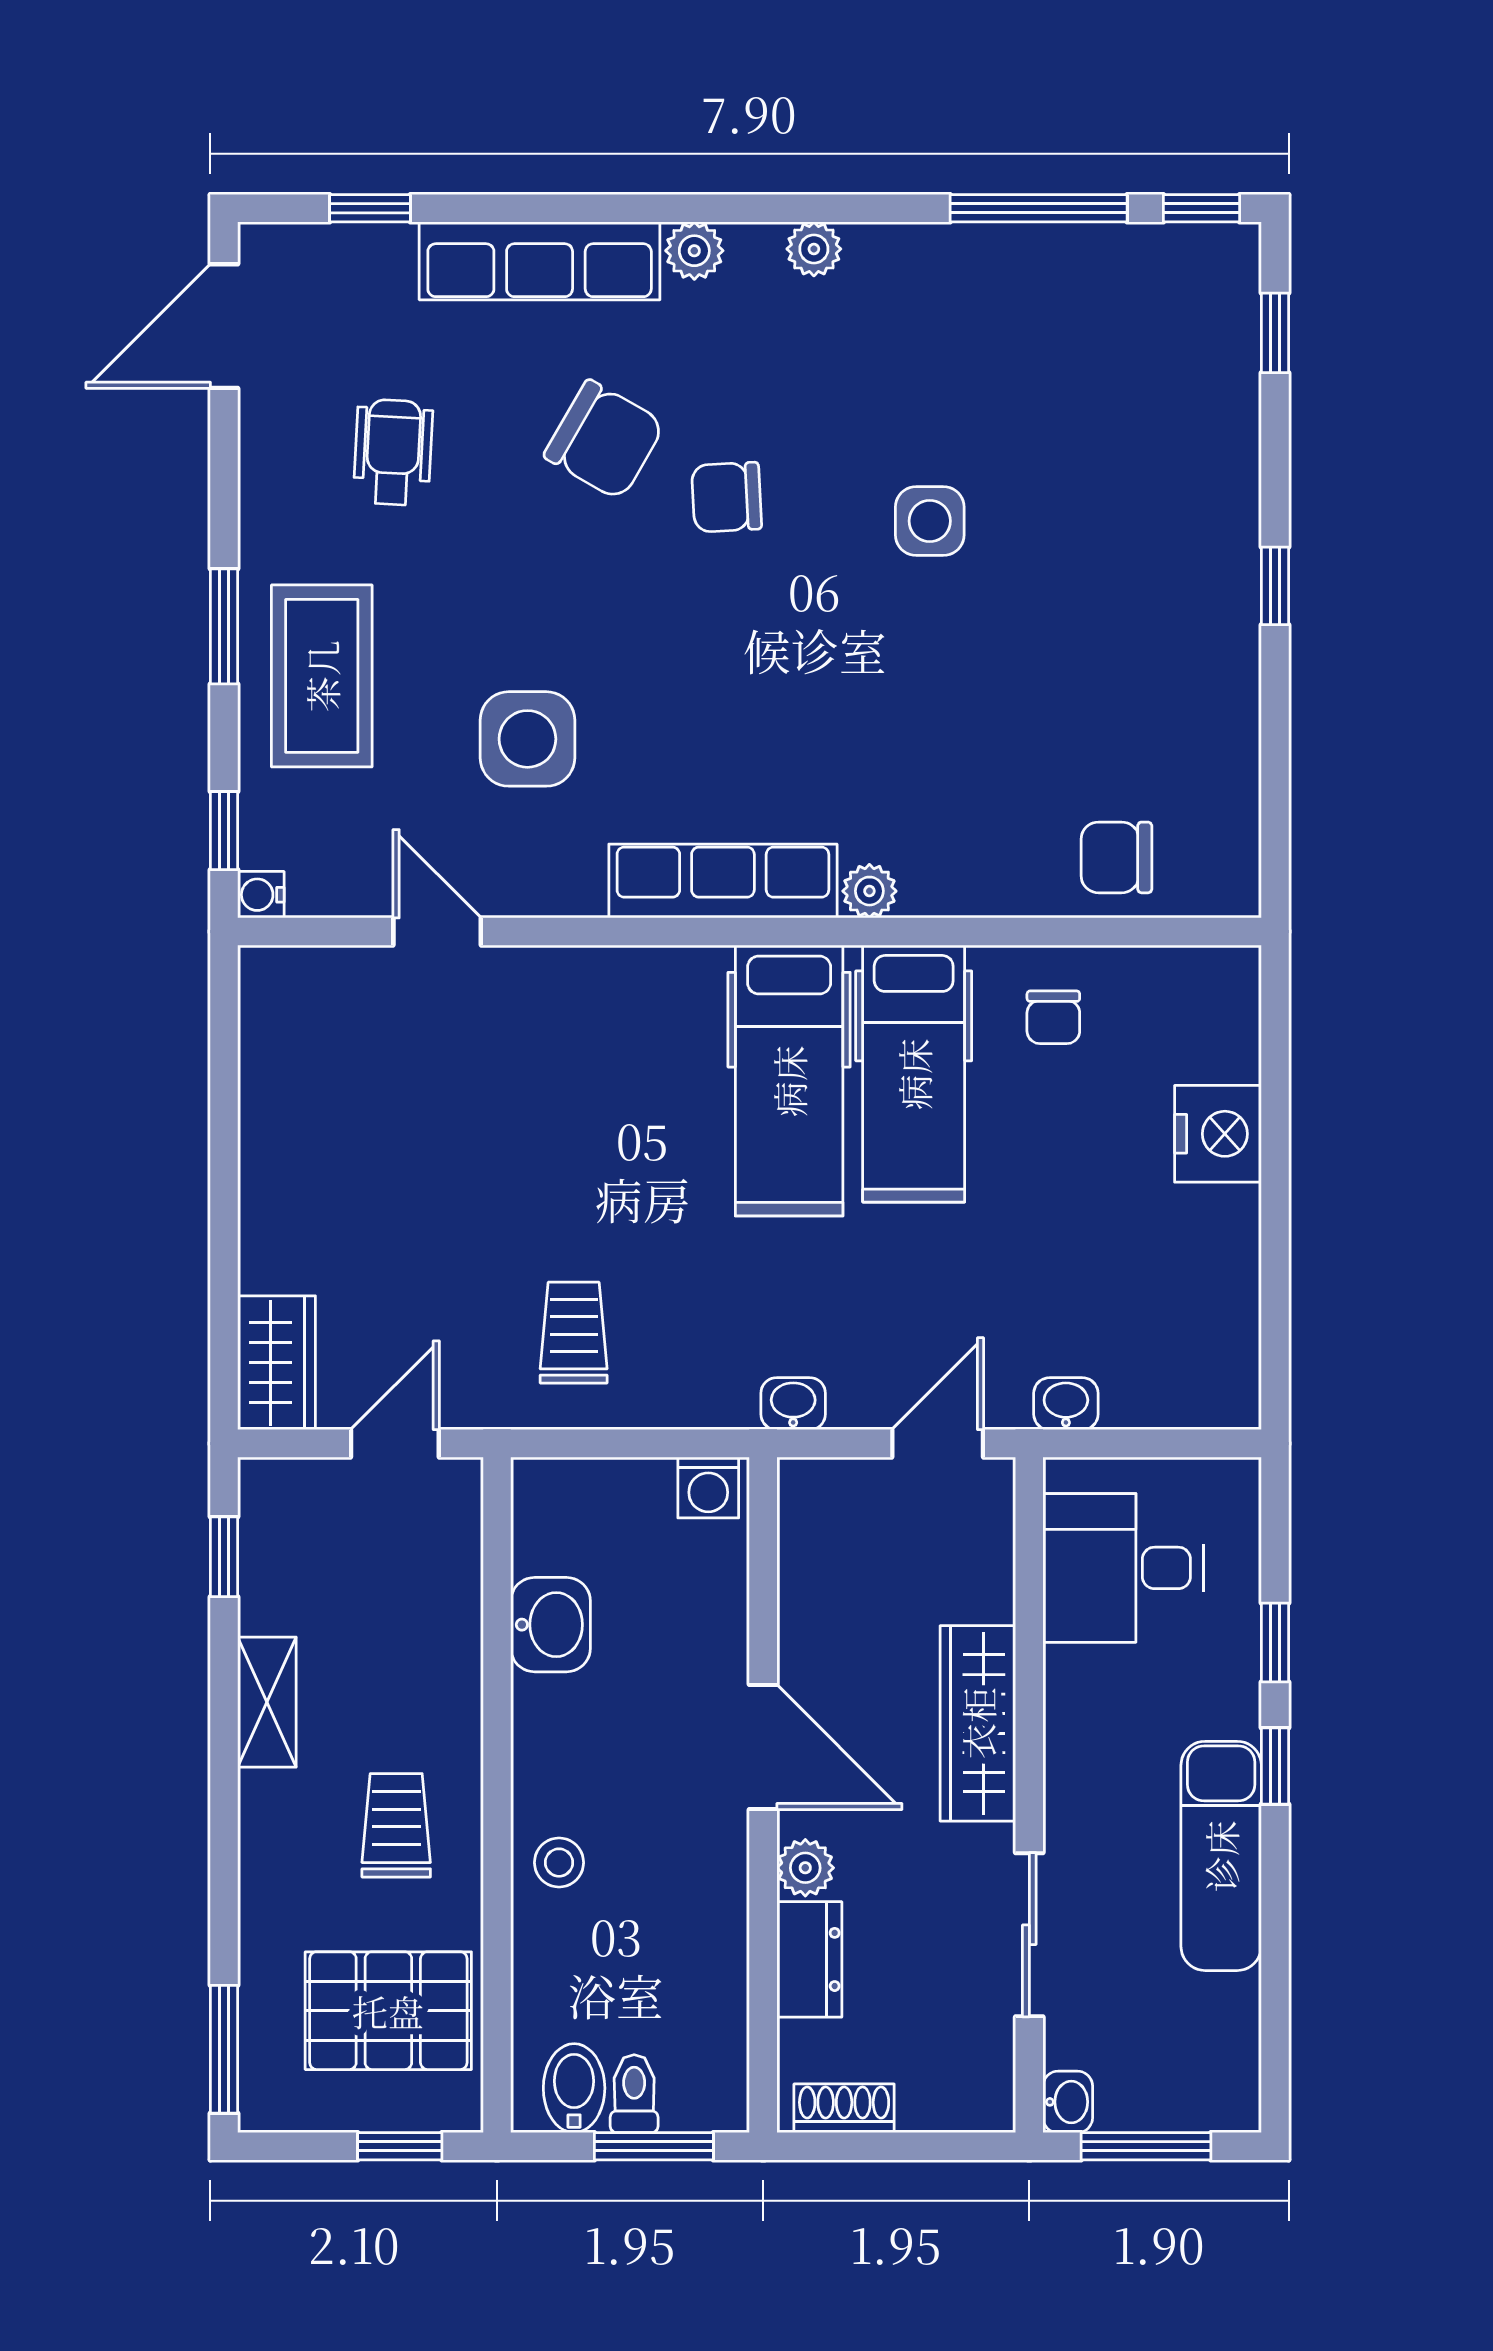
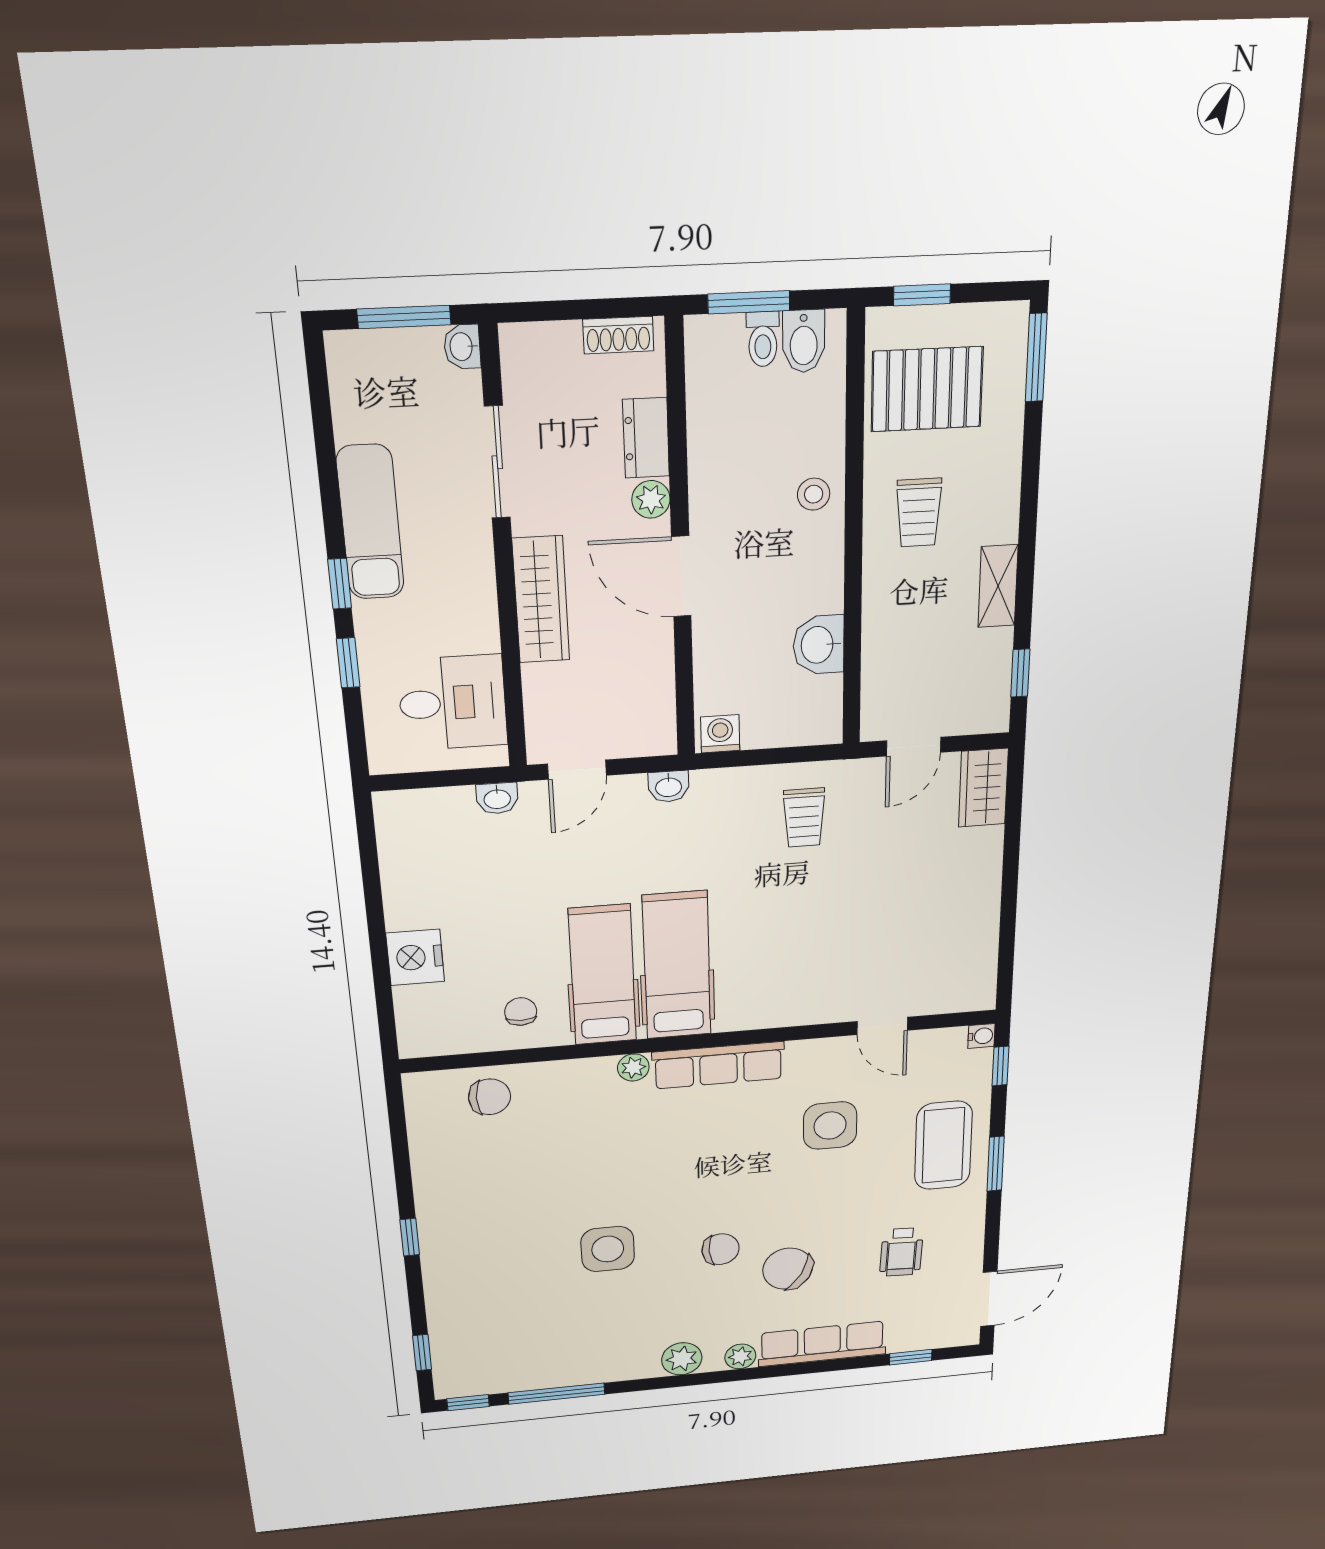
plant: (814, 249) -> (682, 1359), width x1.38, depth x1.38
side table: (930, 521) -> (608, 1249), width x1.37, depth x1.37

